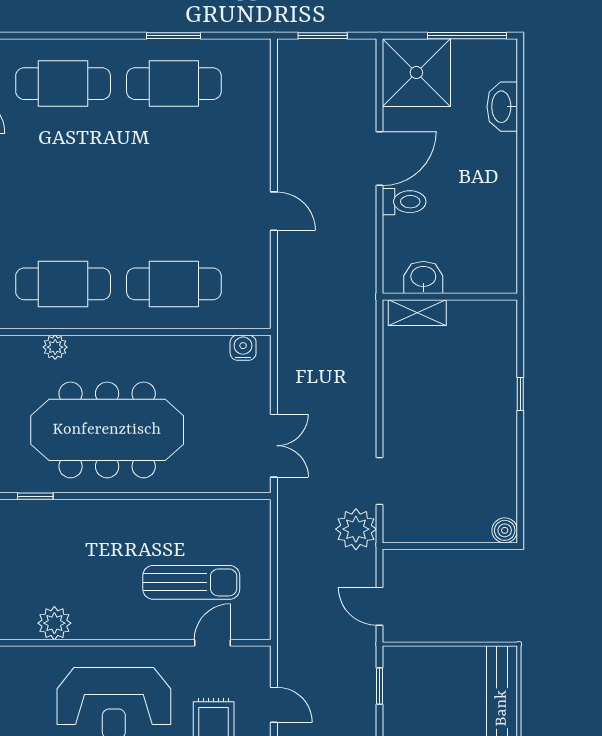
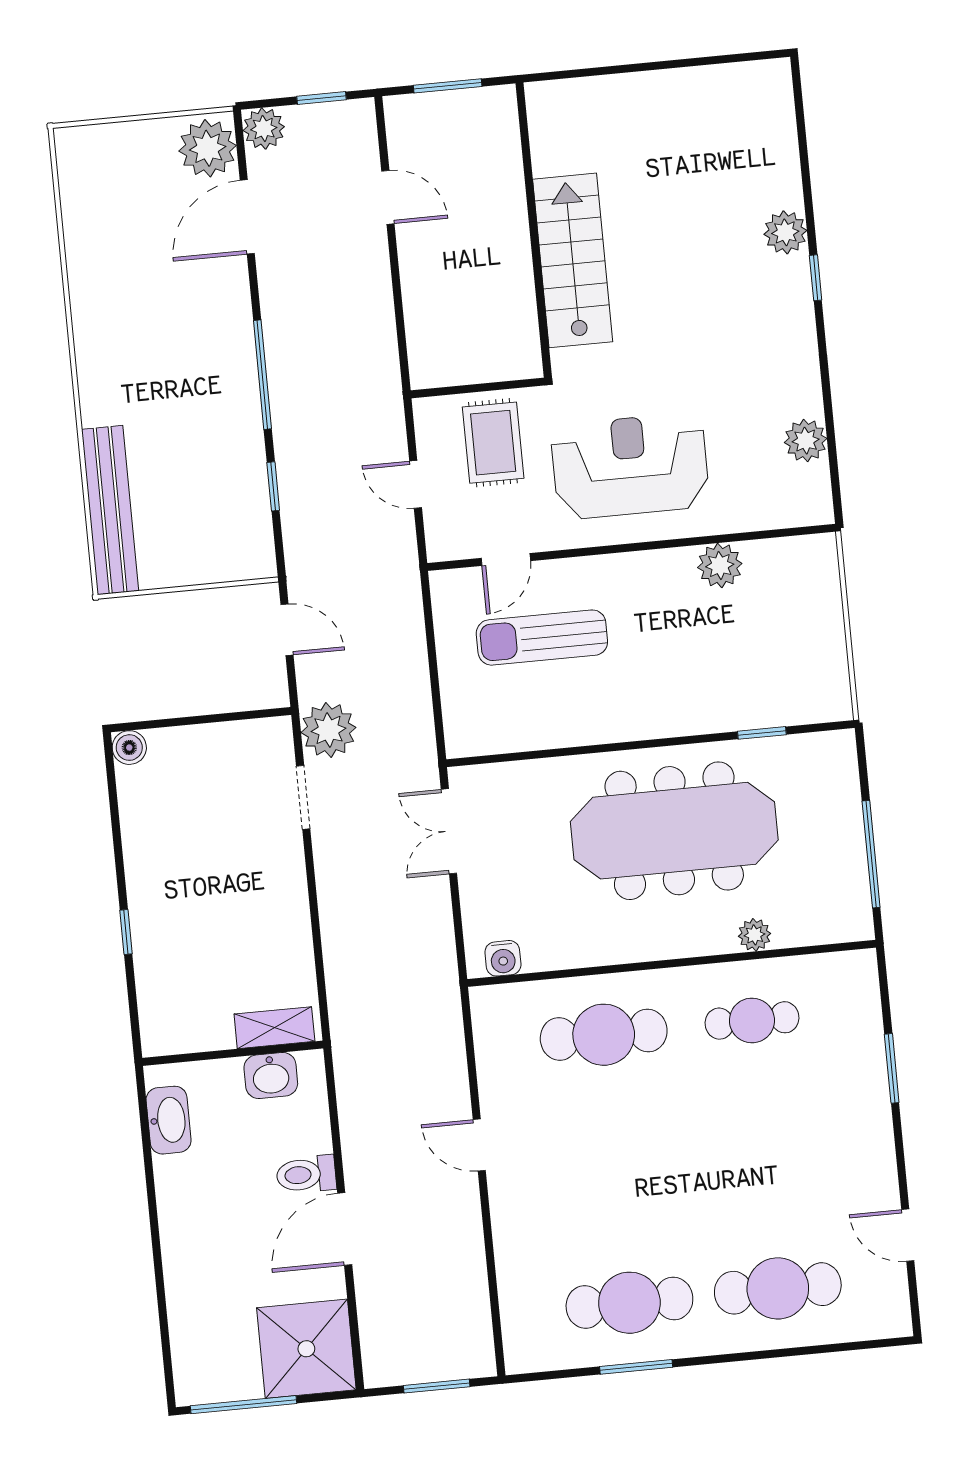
washbasin: (502, 107) -> (169, 1120), moved
cafe table: (63, 284) -> (752, 1020), width x0.73, depth x0.74
window: (380, 686) -> (273, 486), moved

